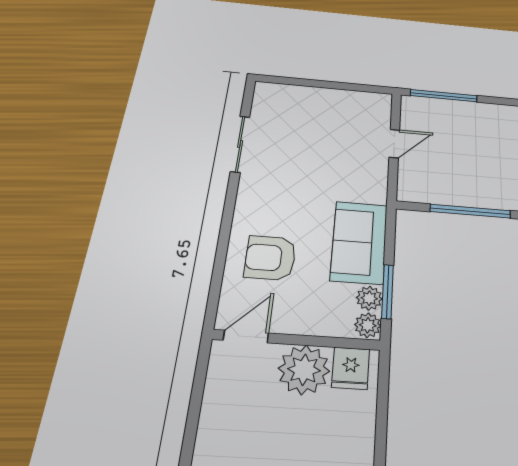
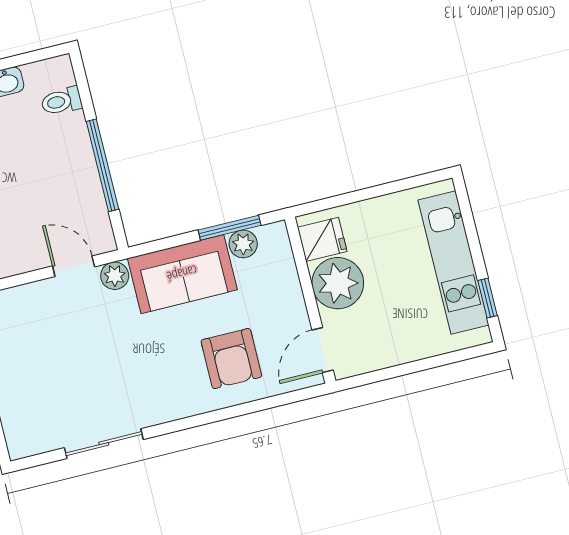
door: (394, 144) -> (74, 266), moved
plant: (368, 325) -> (115, 276), moved
door: (246, 337) -> (323, 350), hinge flipped

